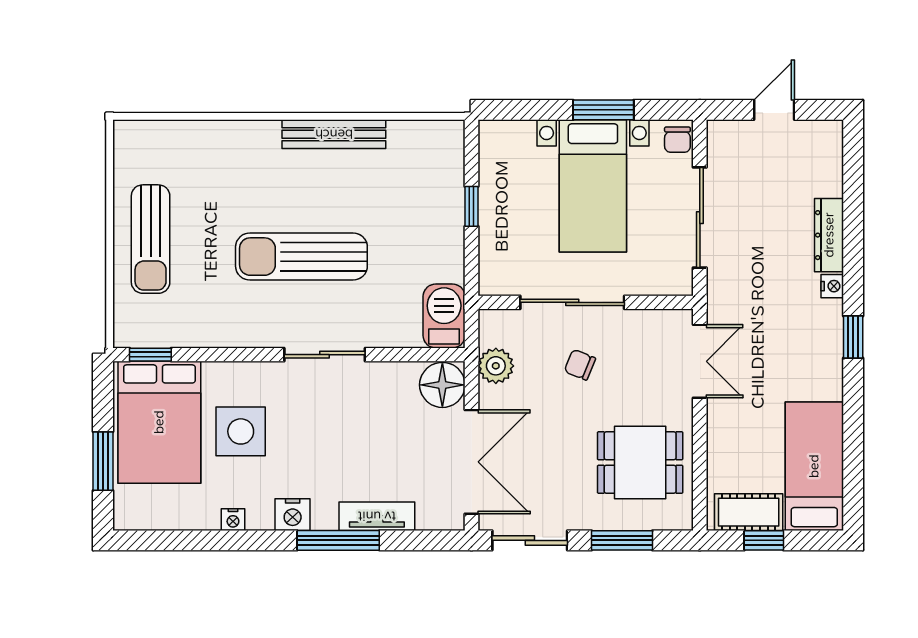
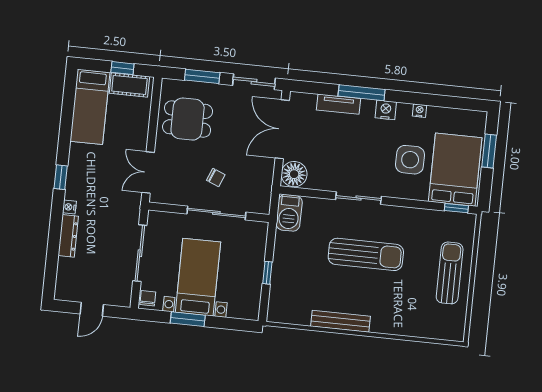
plant: (496, 366) -> (263, 182), removed

